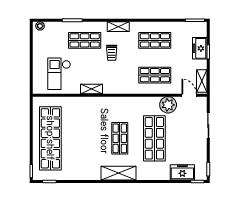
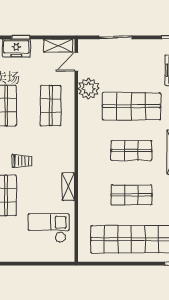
checkout: (59, 74) -> (49, 228), turned 180
shop shelf: (85, 138) -> (131, 195), added

